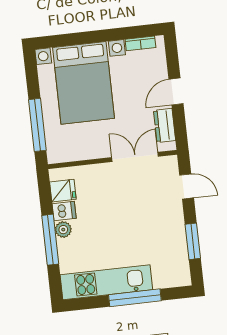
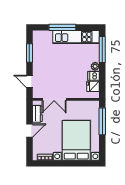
window: (50, 240) -> (102, 50), moved

